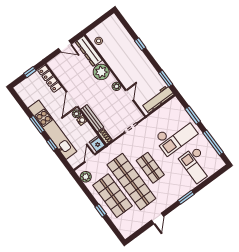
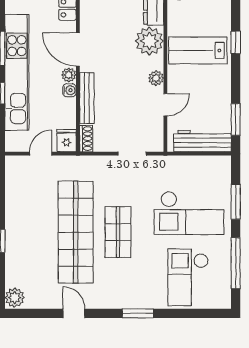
lab bench: (126, 60) -> (198, 50), added
door: (72, 99) -> (78, 50), hinge flipped
plant: (86, 177) -> (15, 298), moved
shop shelf: (112, 196) -> (33, 232), removed
door: (157, 218) -> (74, 313), swing flipped

